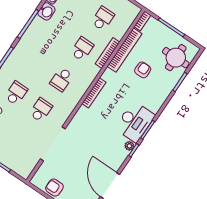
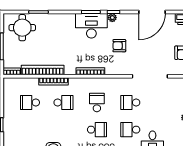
school desk: (82, 49) -> (63, 102), turned 180
school desk: (37, 63) -> (97, 130), added
armchair: (143, 70) -> (119, 46), moved
school desk: (61, 79) -> (97, 102), turned -90

